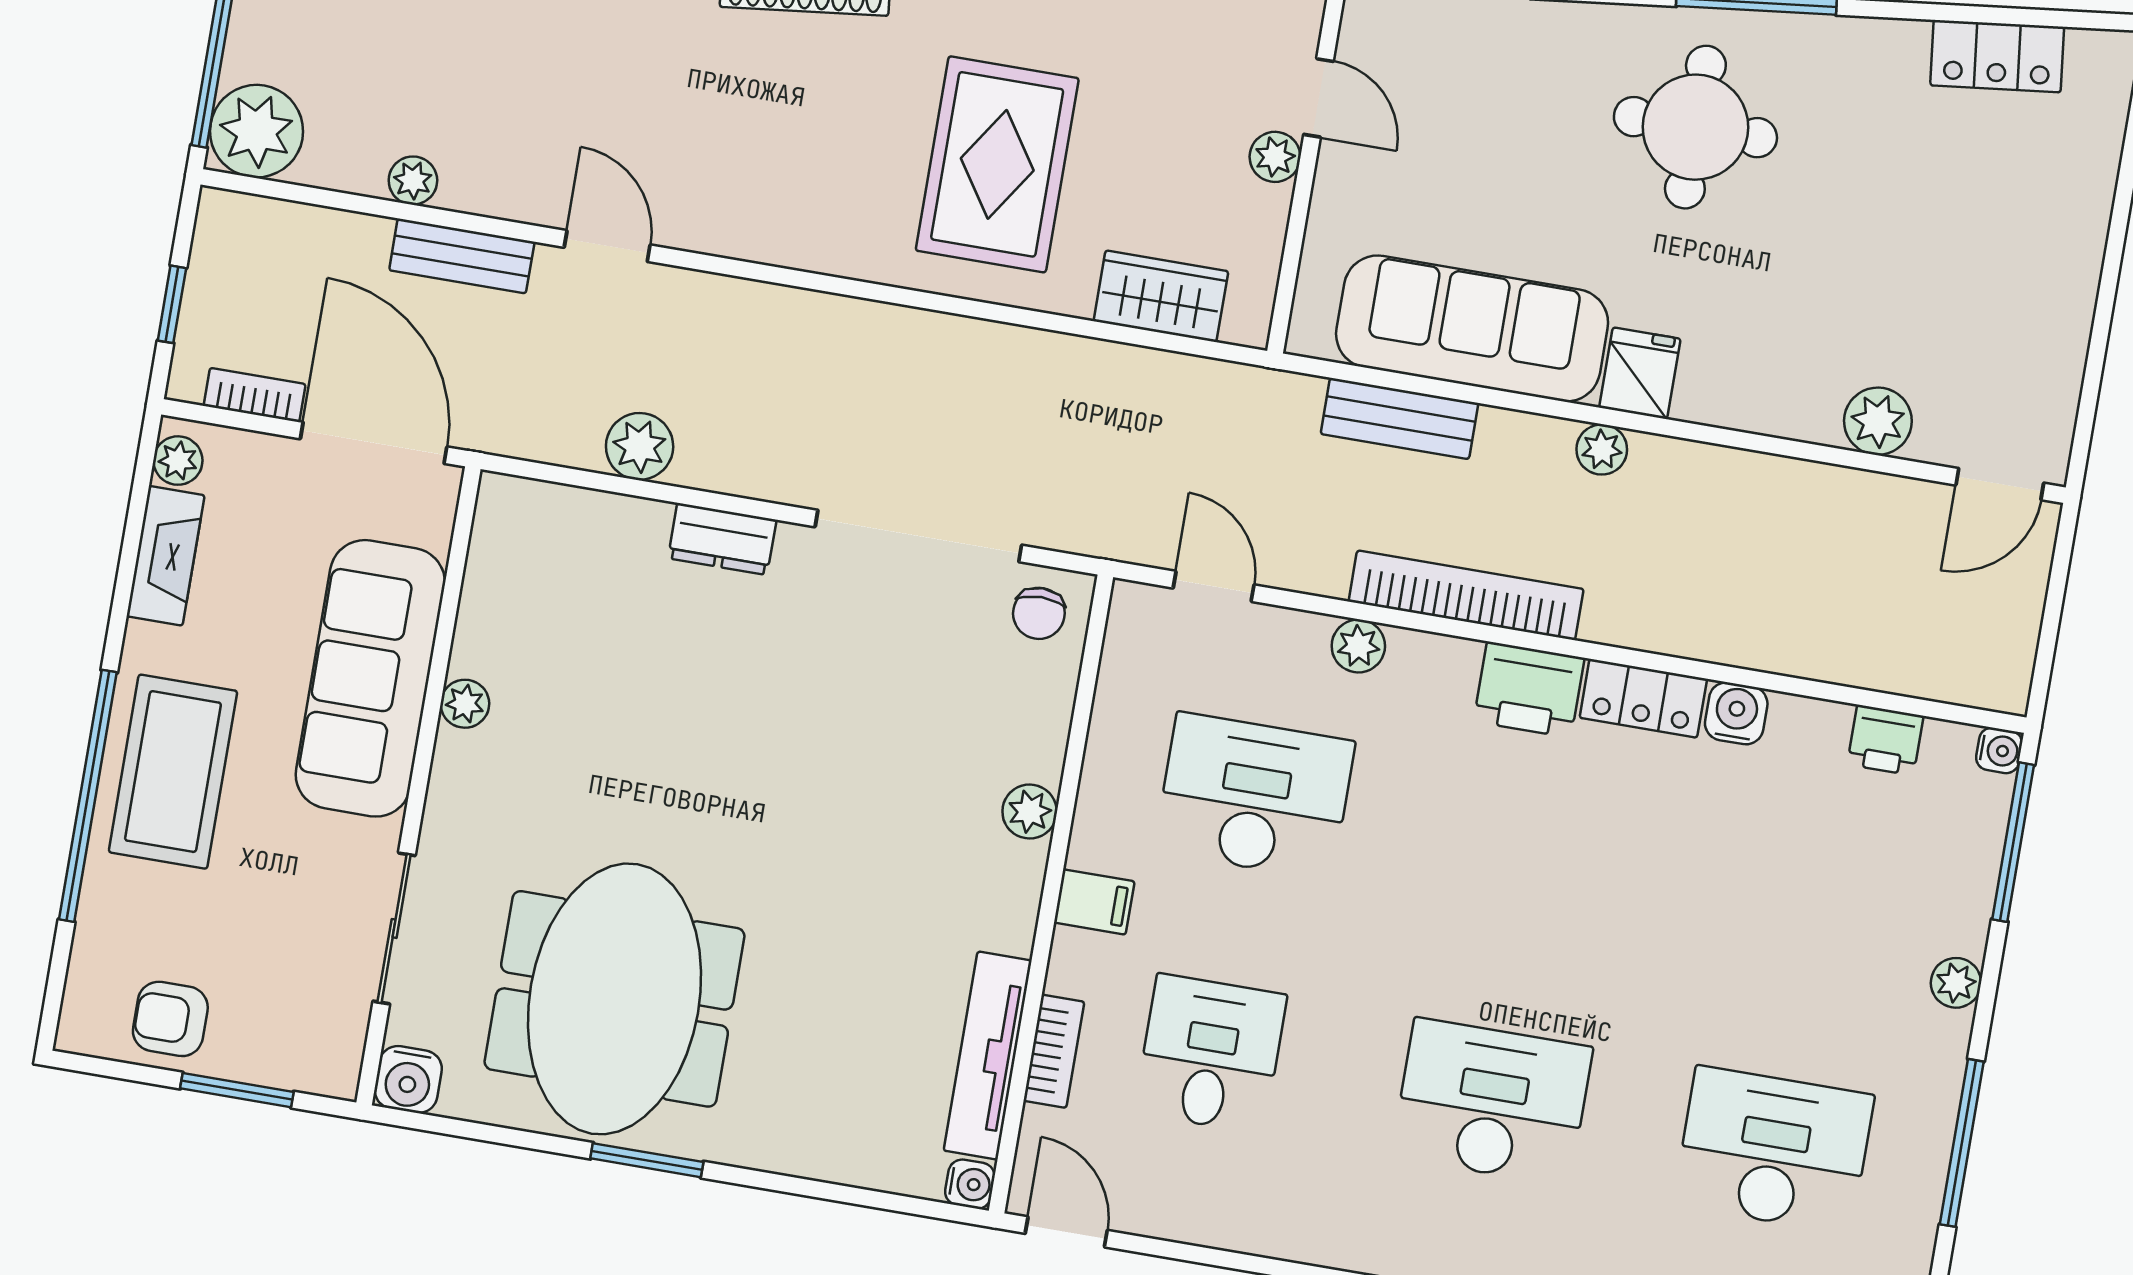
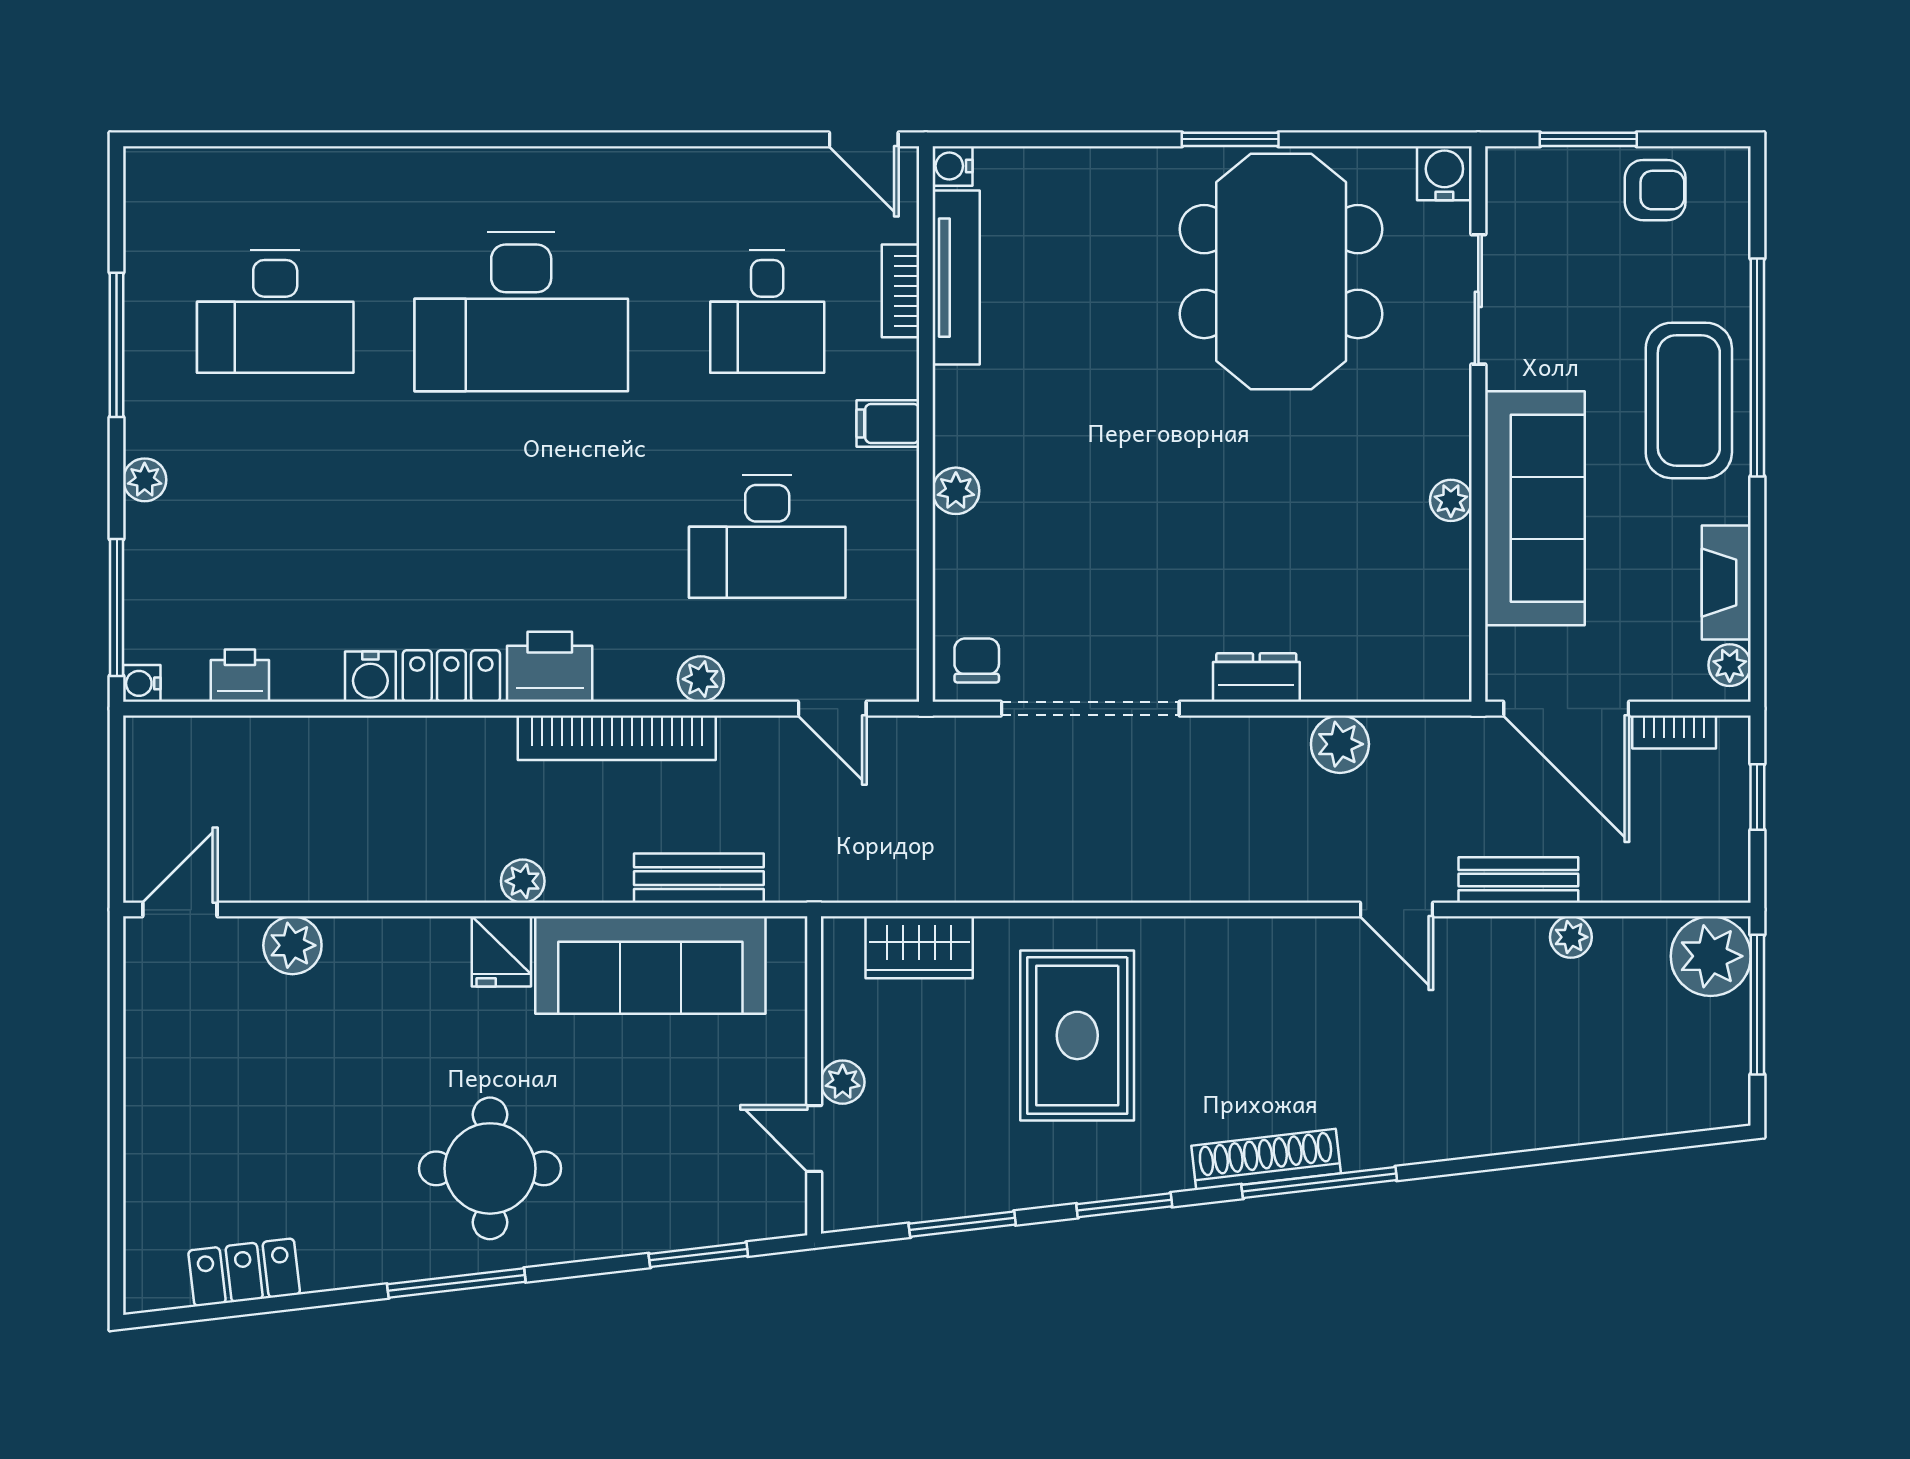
desk: (1492, 1102) -> (521, 312), width x1.36, depth x1.30

